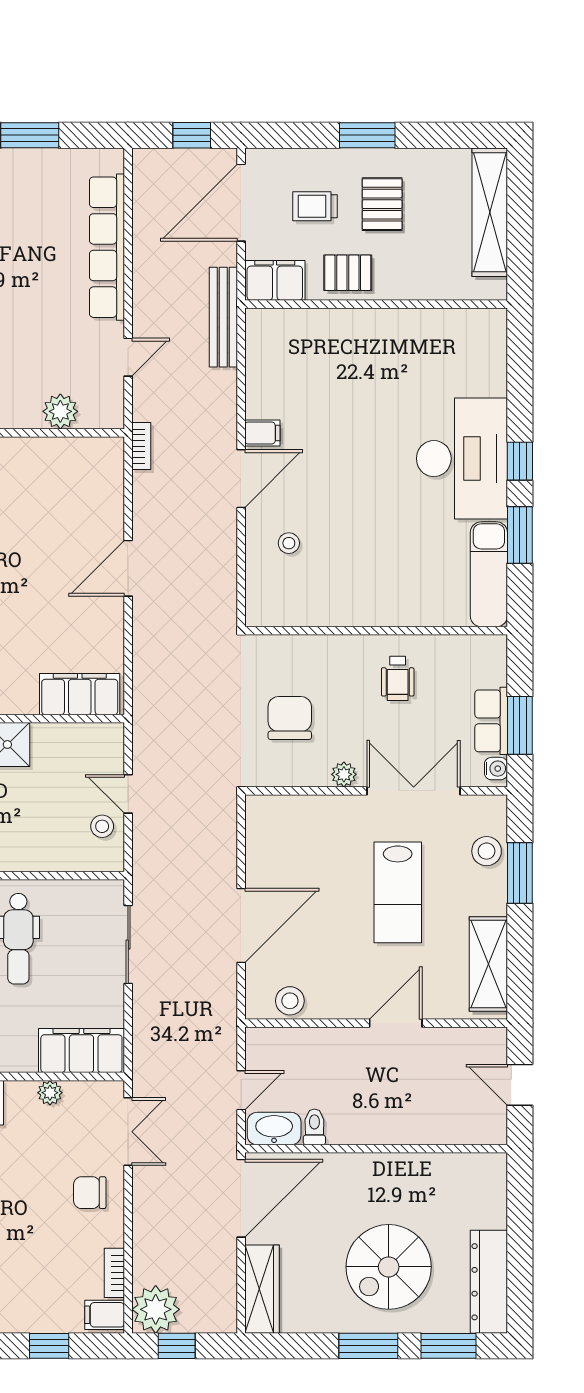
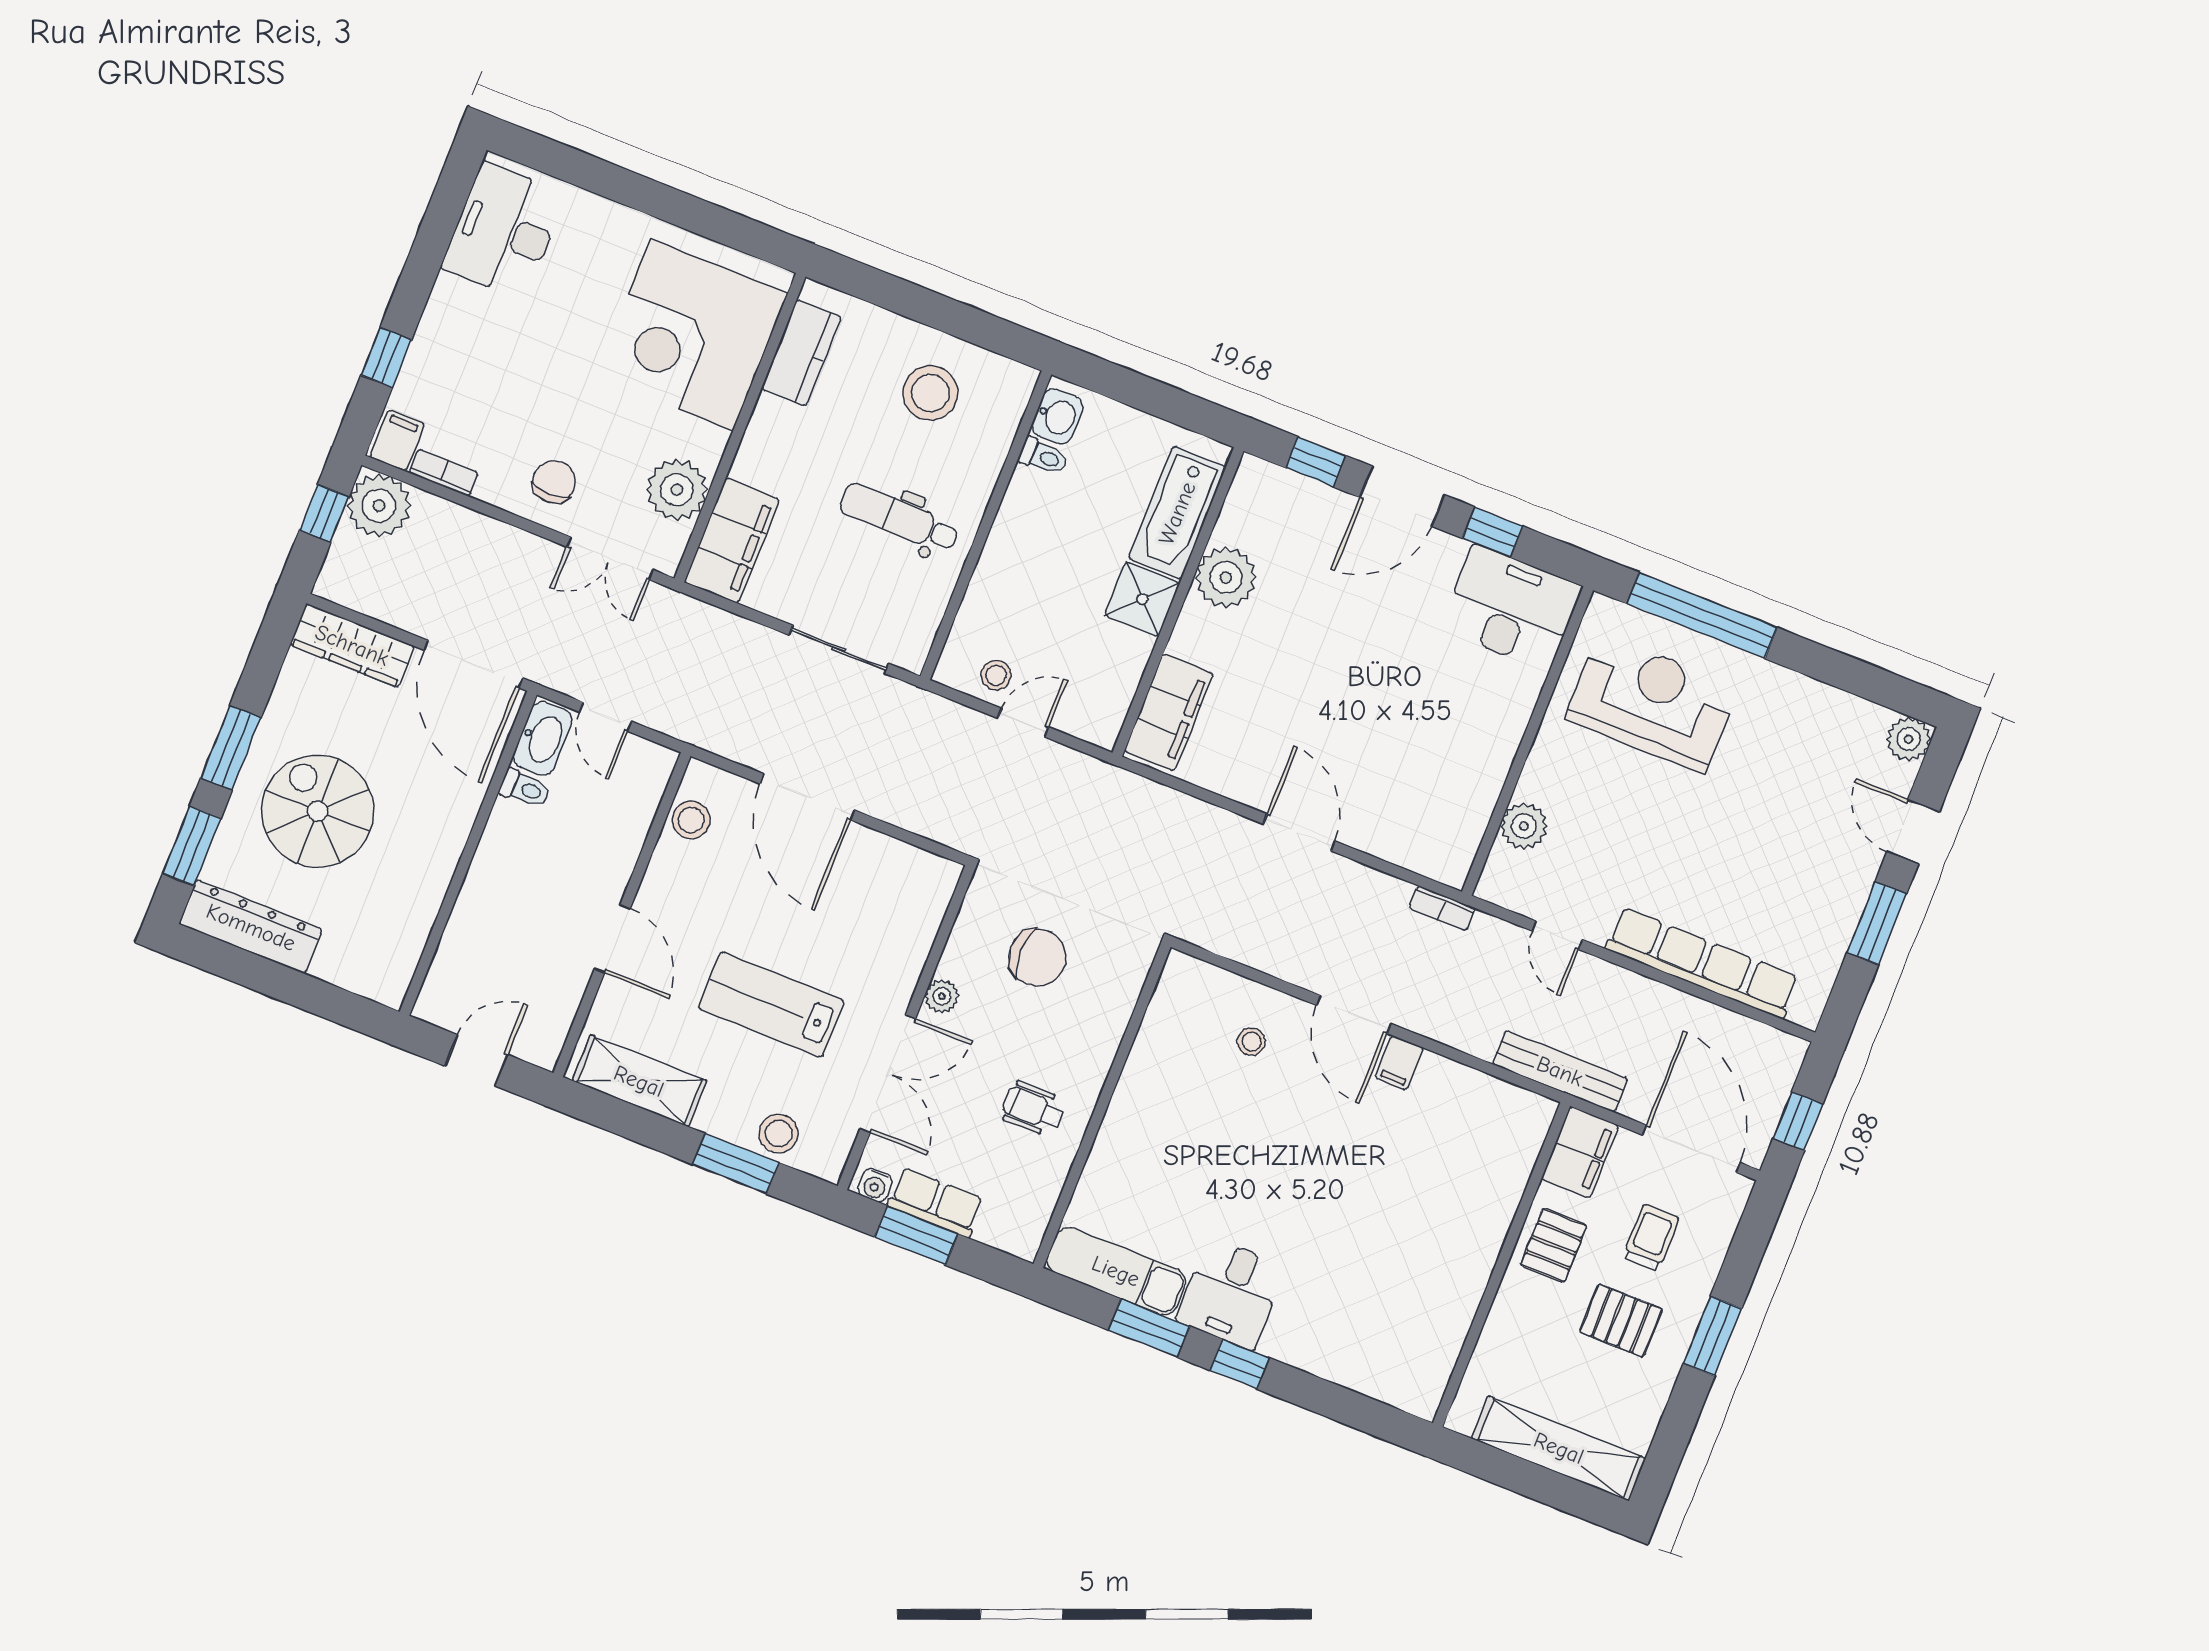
desk: (462, 459) -> (1231, 1294), width x0.53, depth x0.77
plant: (50, 1093) -> (677, 490), width x1.87, depth x1.87

